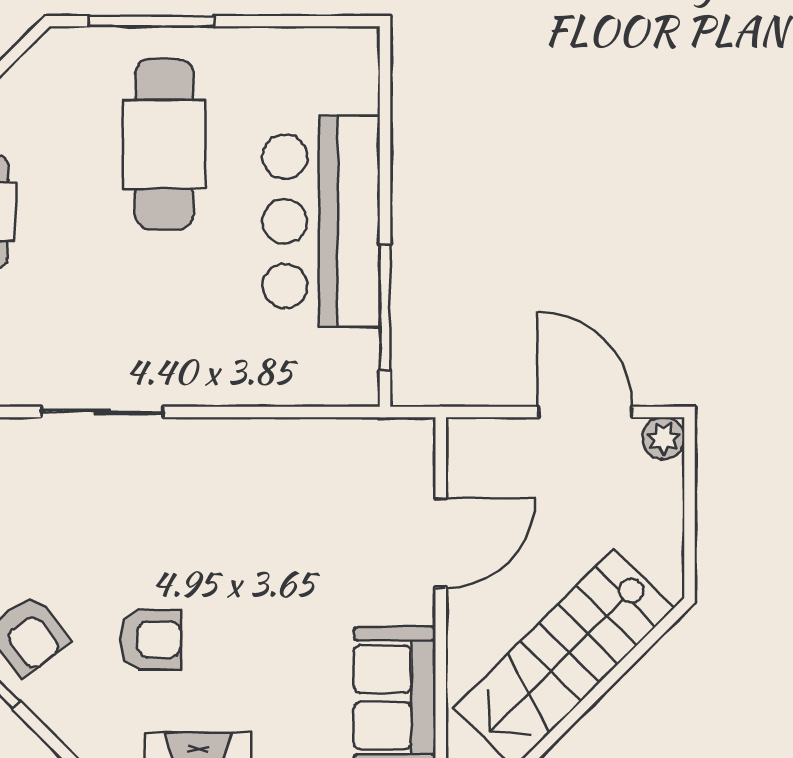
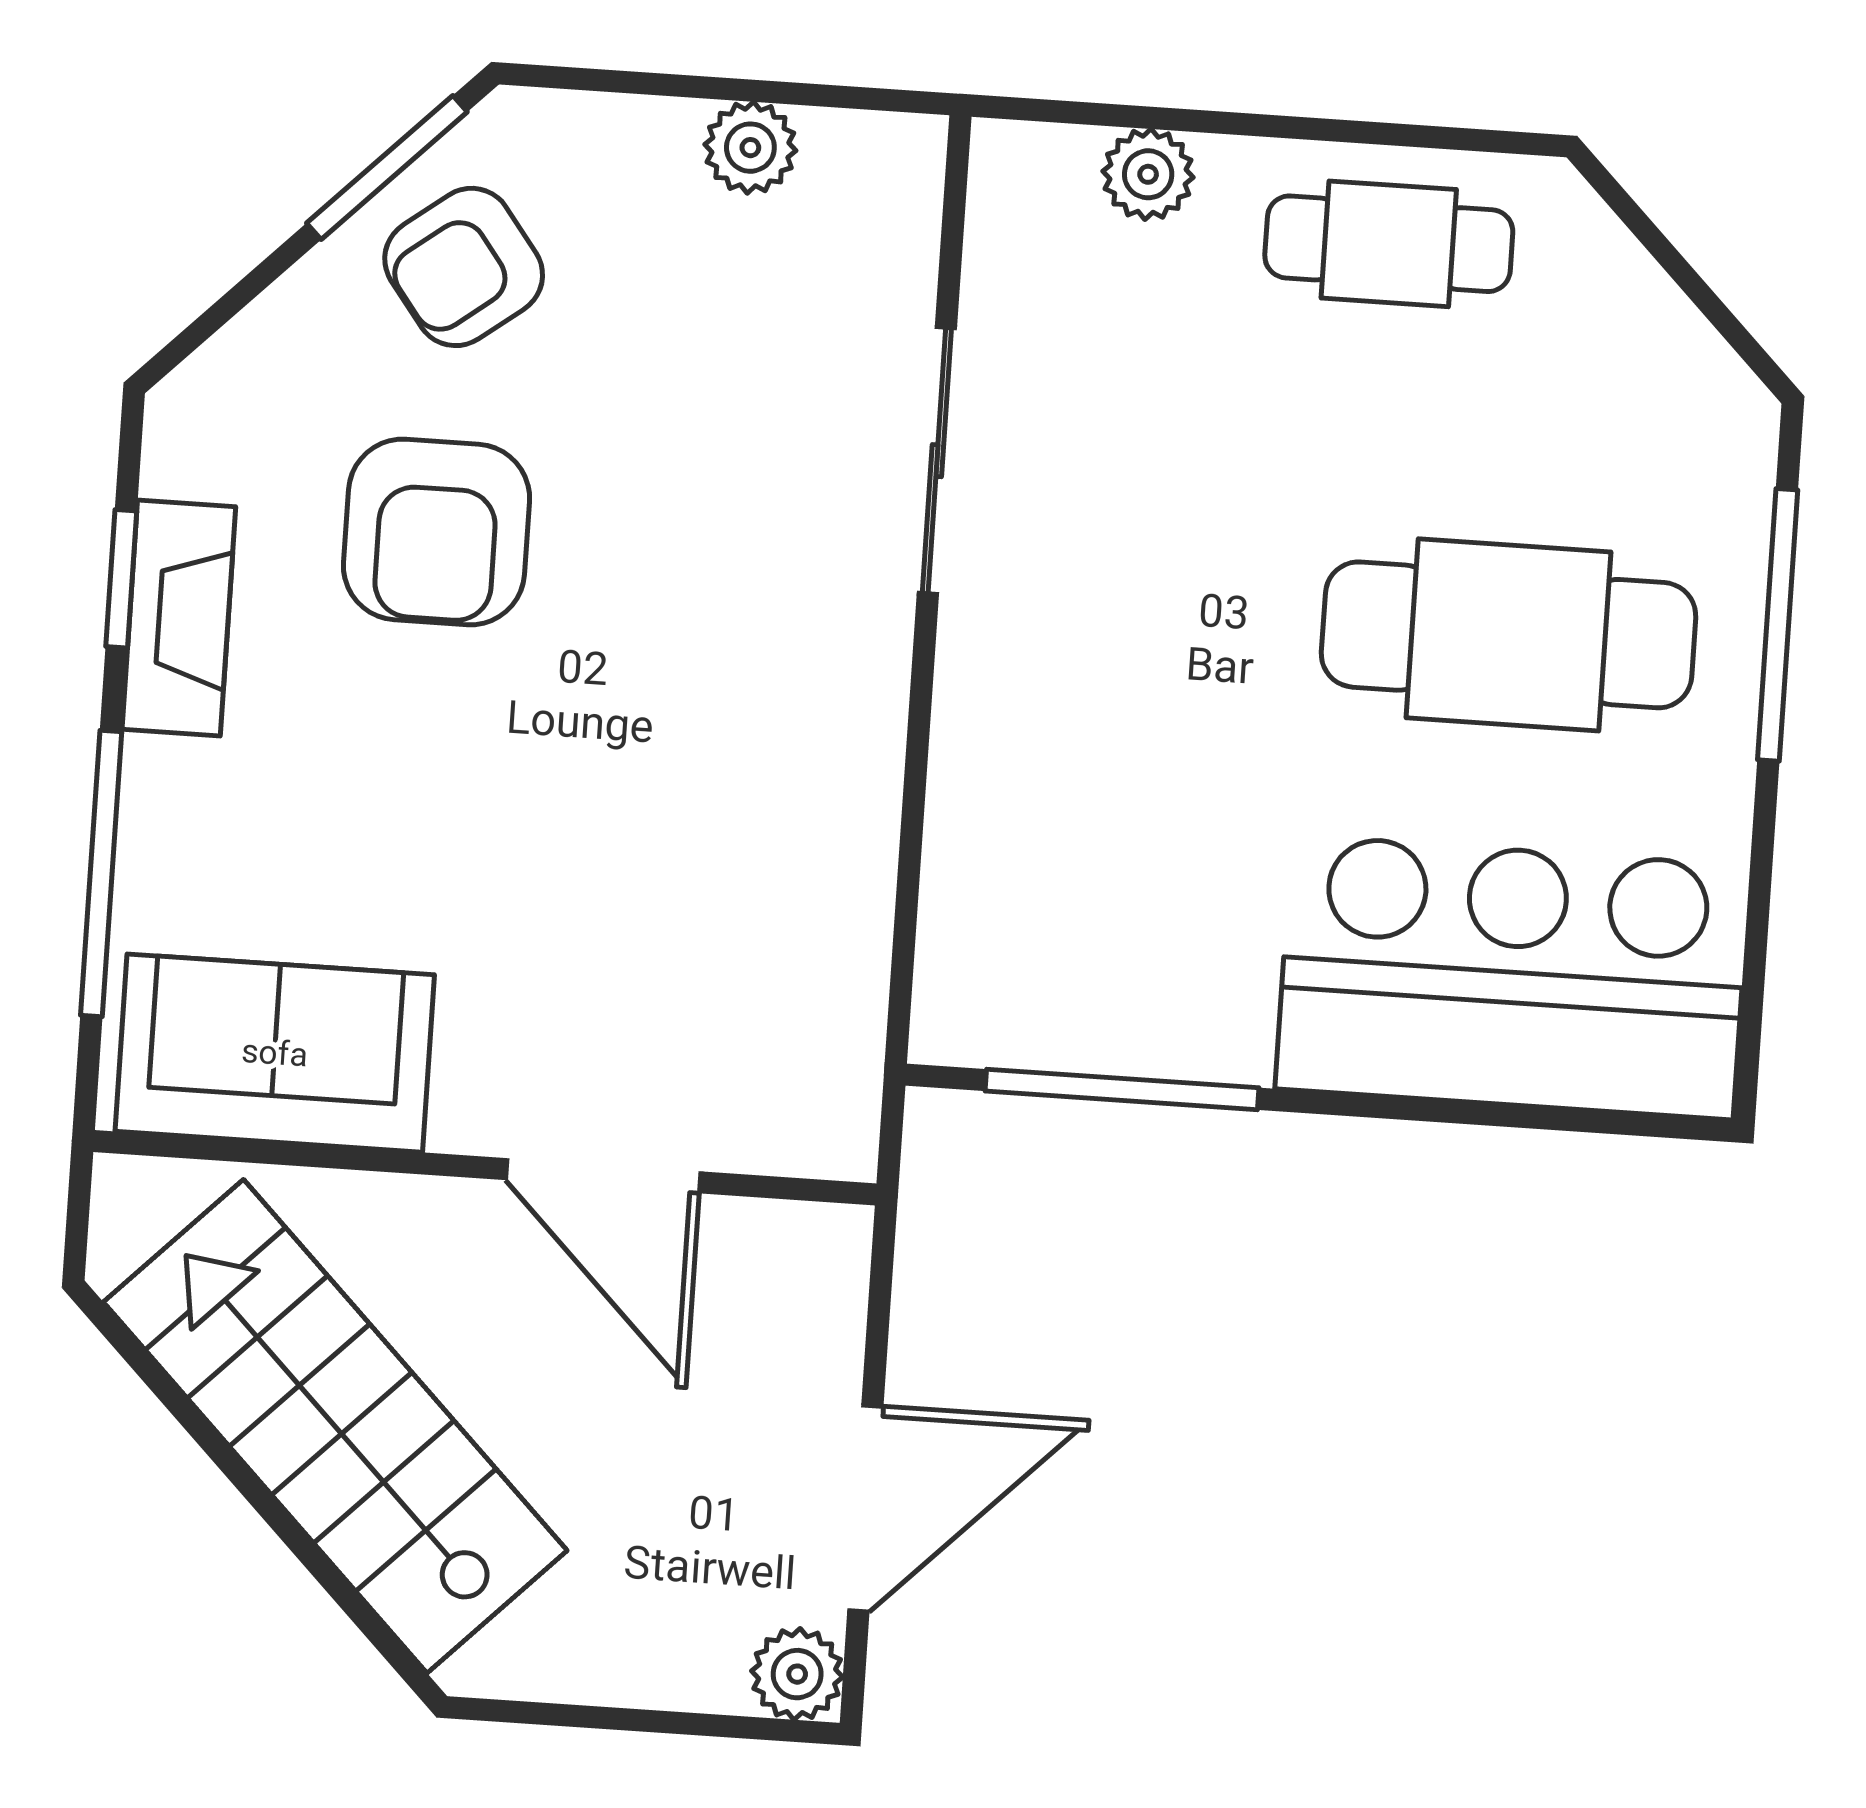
bar counter: (321, 221) -> (1512, 977), moved
armchair: (151, 639) -> (437, 532), width x1.38, depth x1.38

